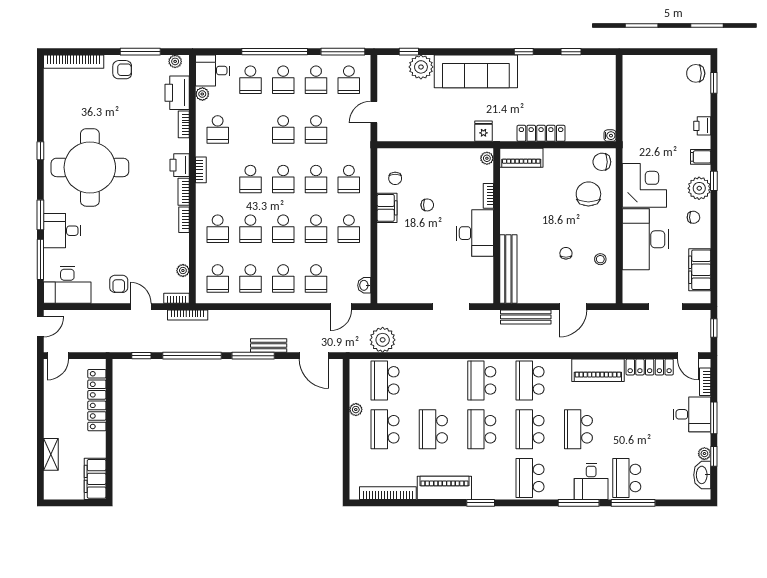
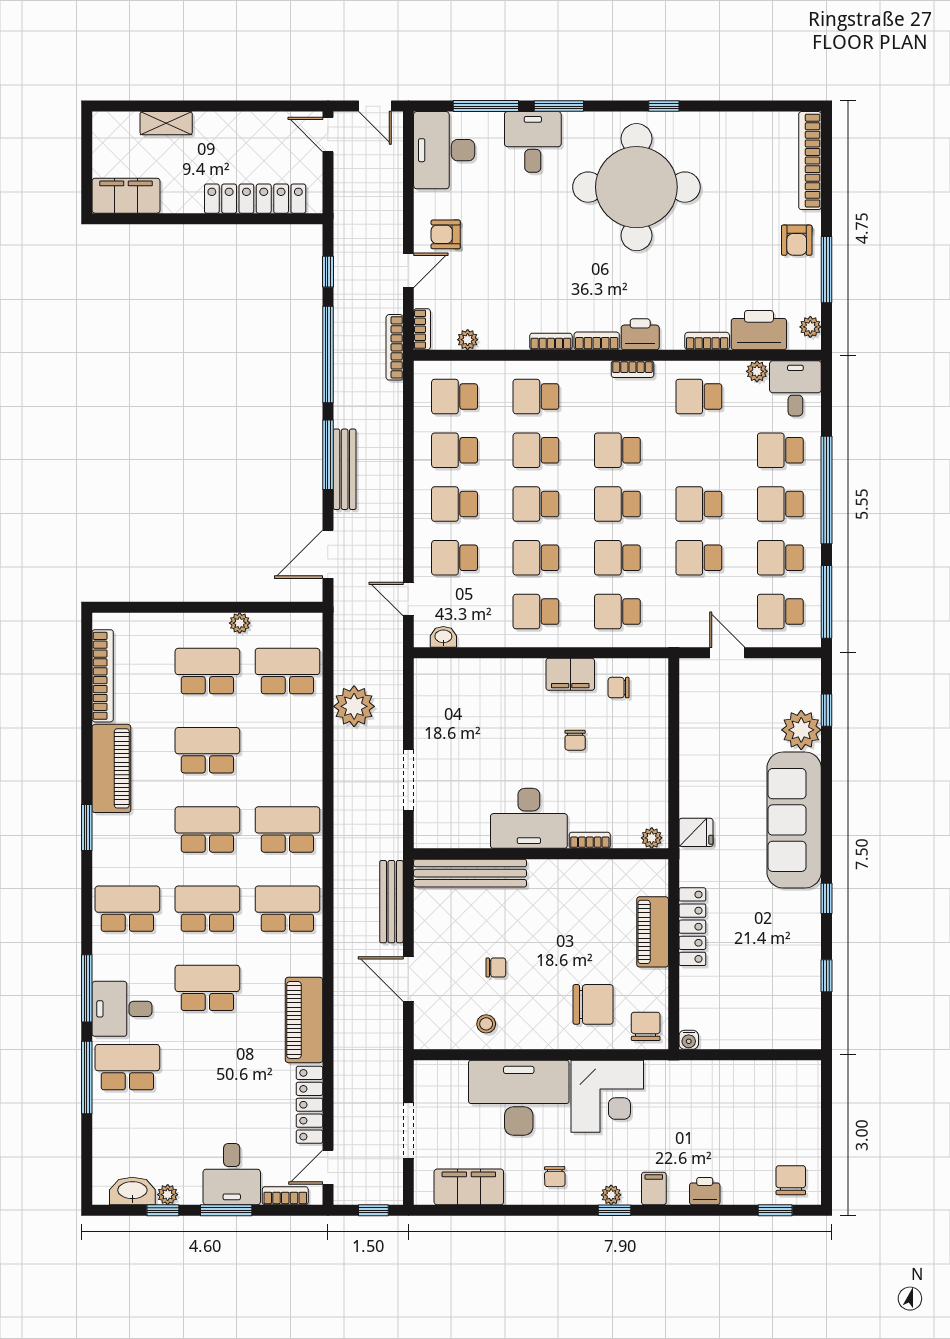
piano: (521, 158) -> (653, 932), moved
plant: (699, 188) -> (611, 1195), width x0.53, depth x0.53
plant: (383, 340) -> (354, 706), moved
bench: (269, 346) -> (345, 469), width x1.36

